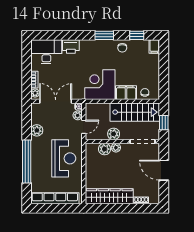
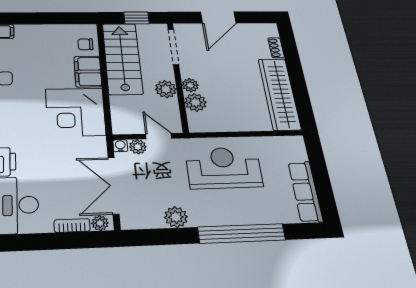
row of seats: (55, 198) -> (305, 192), width x0.73

